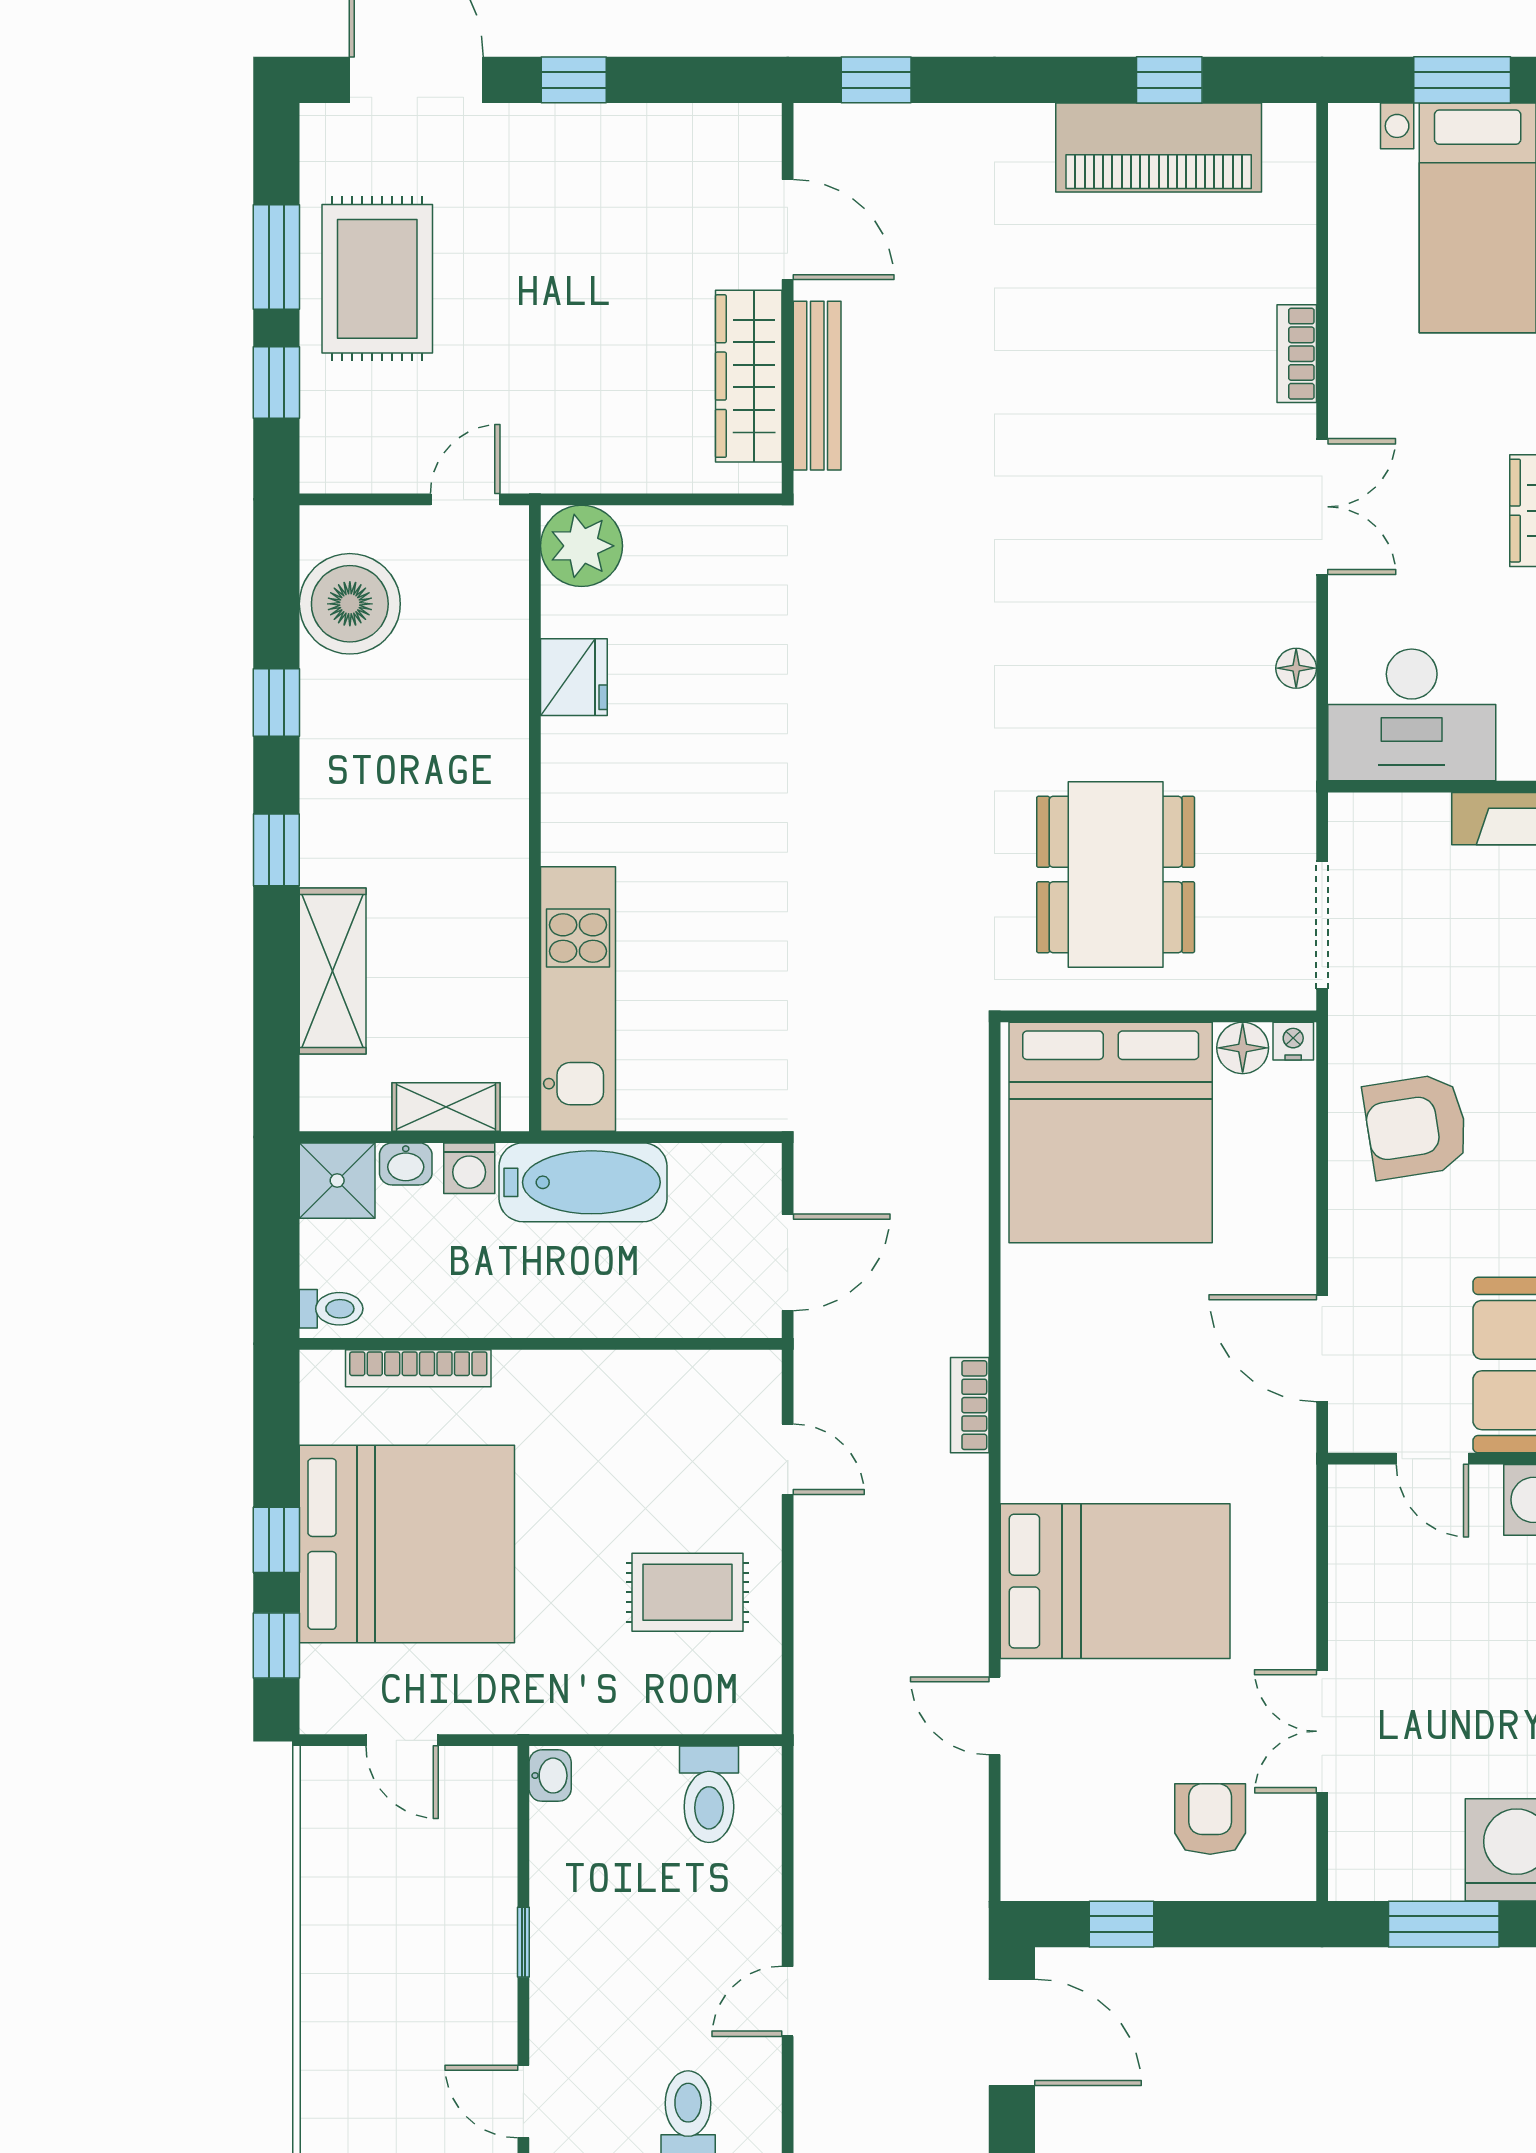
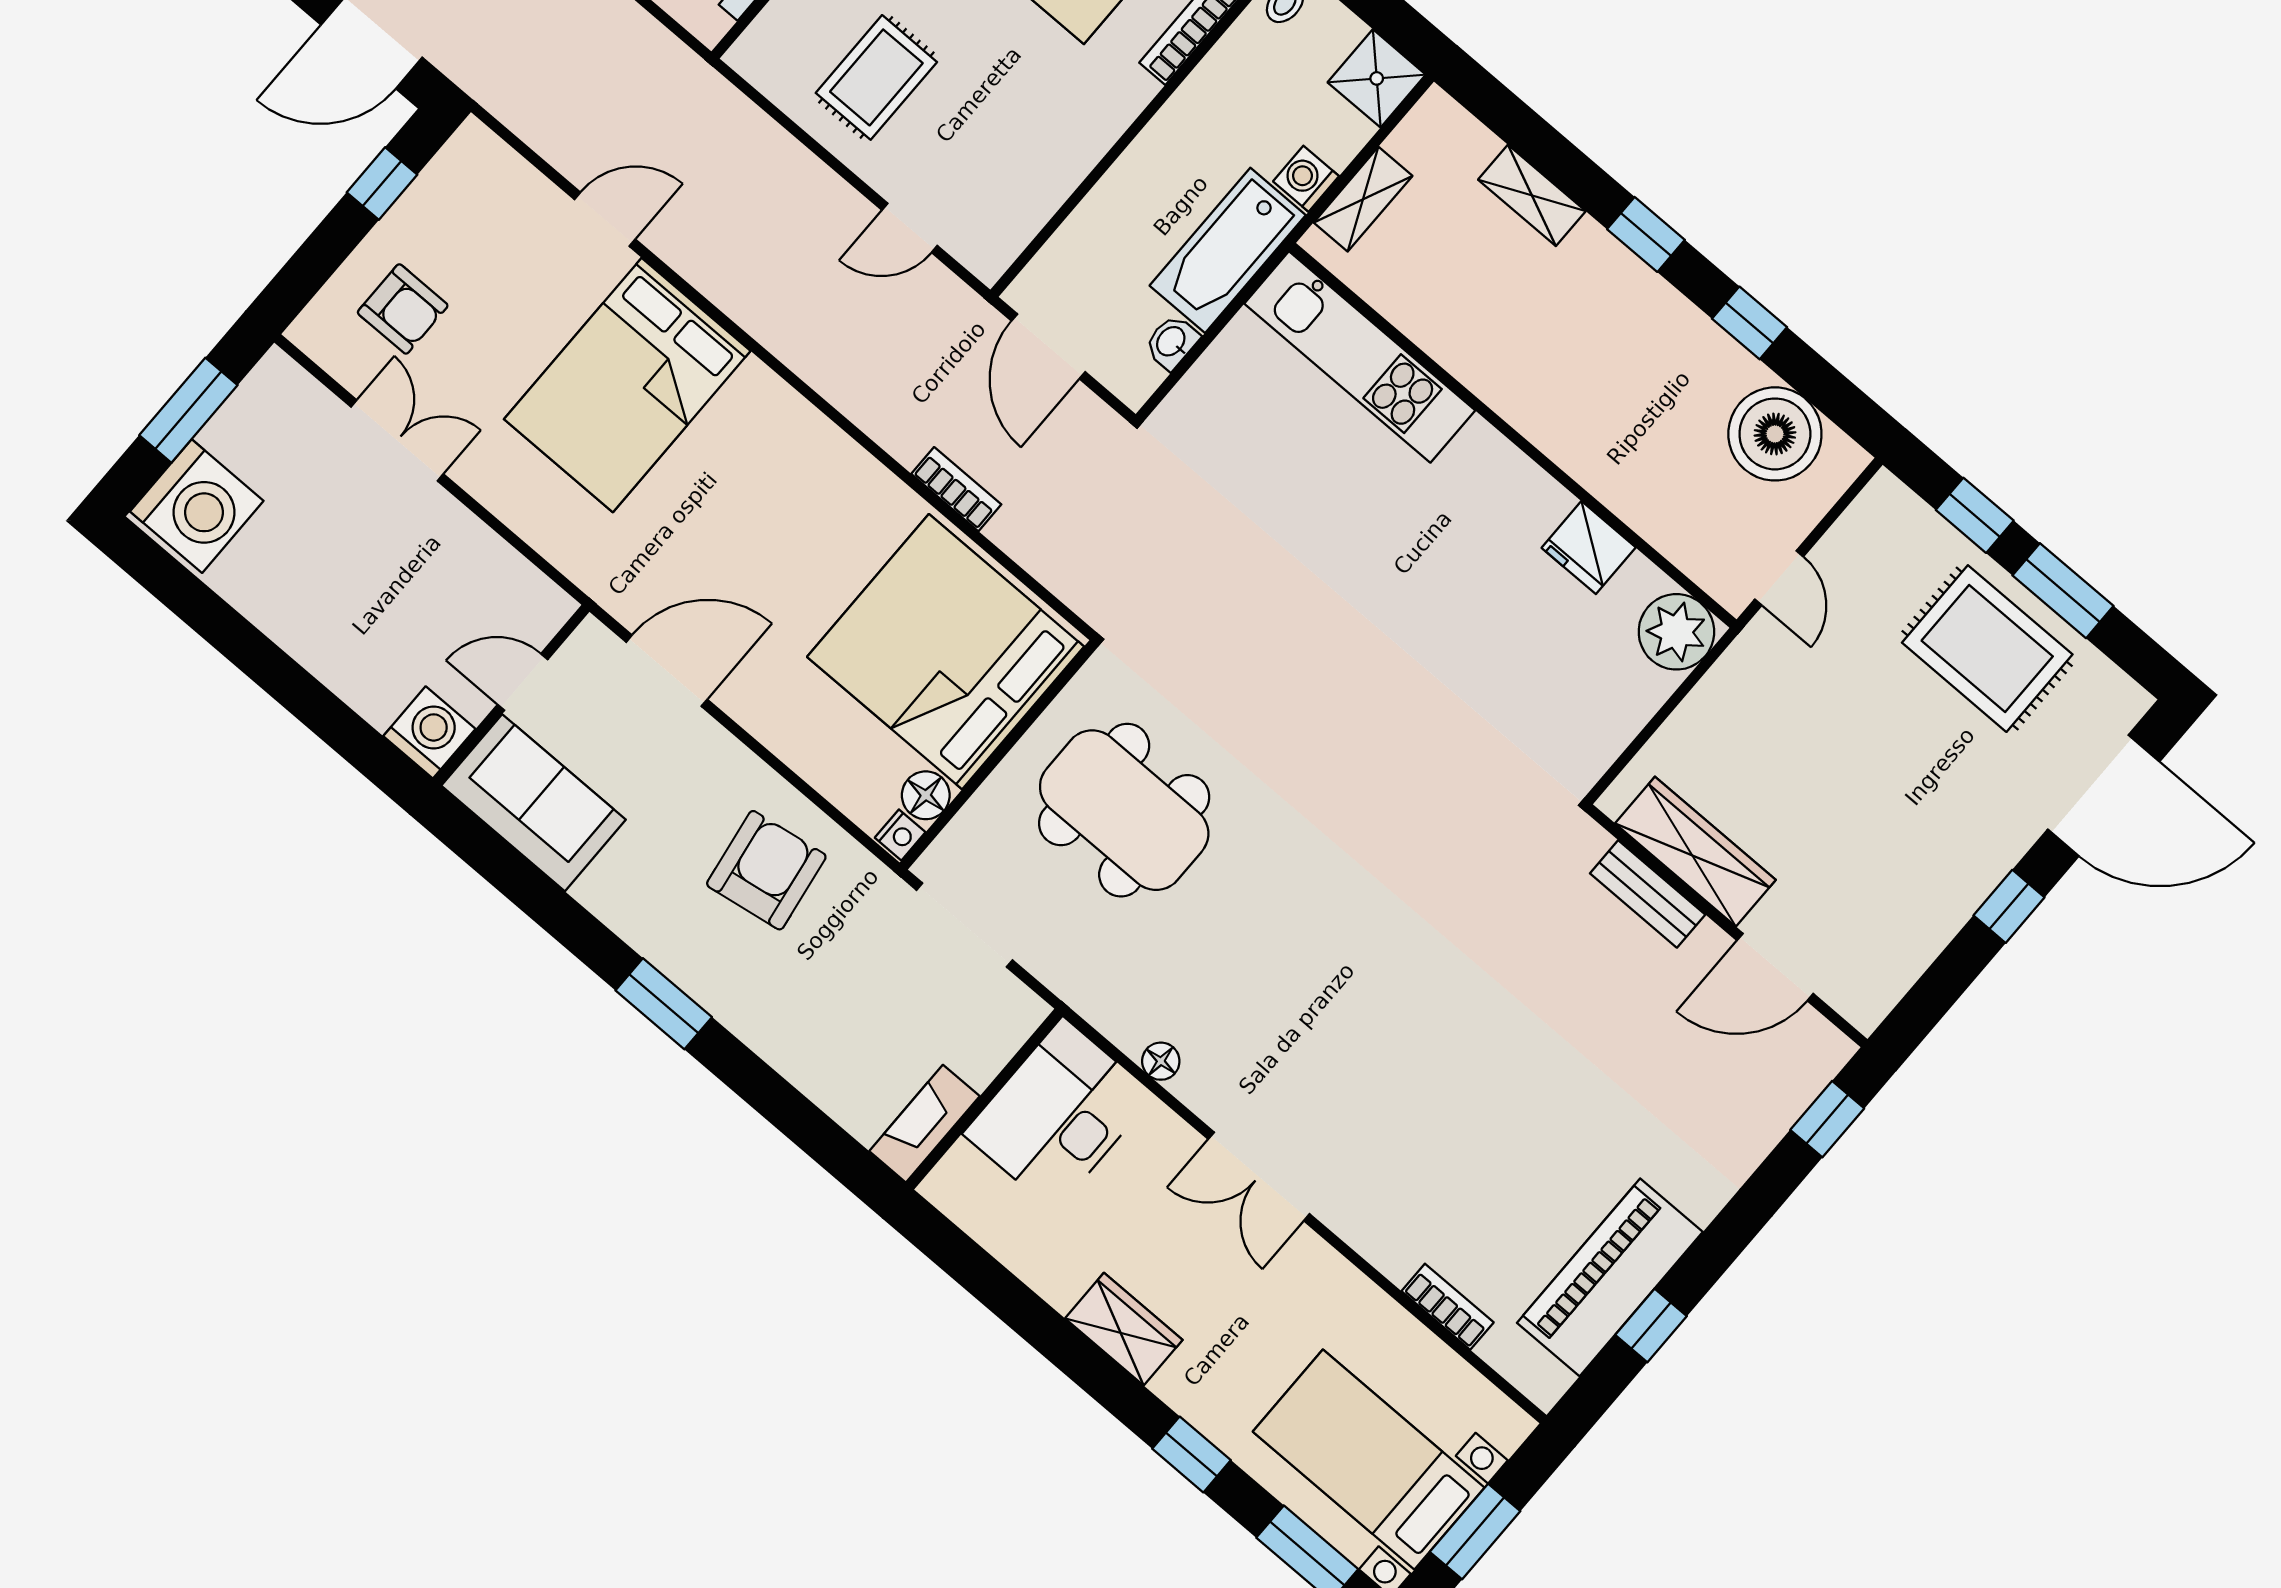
bookcase: (1297, 354) -> (1448, 1307), moved
bench: (817, 386) -> (1648, 894), width x0.73
shelving: (333, 971) -> (1532, 195), width x0.67, depth x0.75
washbasin: (406, 1164) -> (1172, 342), moved
bookcase: (970, 1405) -> (956, 489), moved

